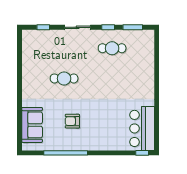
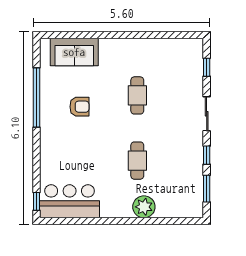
cafe table: (112, 48) -> (137, 161), moved
plant: (146, 74) -> (144, 207), added
armchair: (72, 121) -> (79, 107), turned 90

